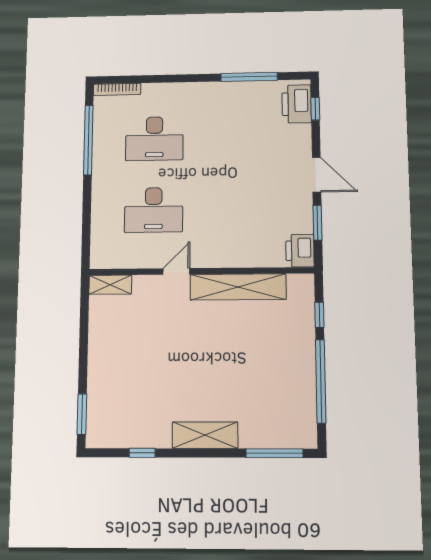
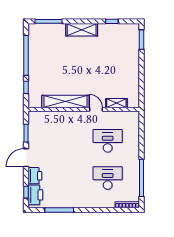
door: (317, 175) -> (26, 158), hinge flipped
printer: (300, 251) -> (35, 176), moved
door: (176, 271) -> (96, 109), swing flipped
shelving: (110, 285) -> (116, 103), moved

